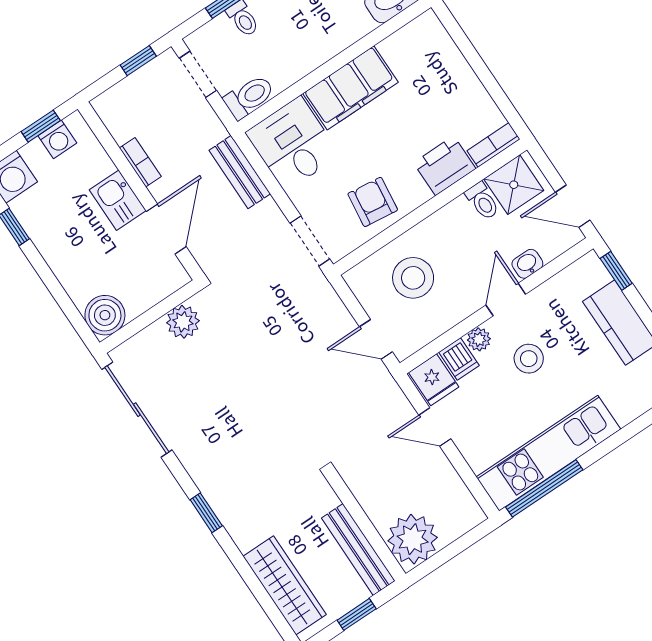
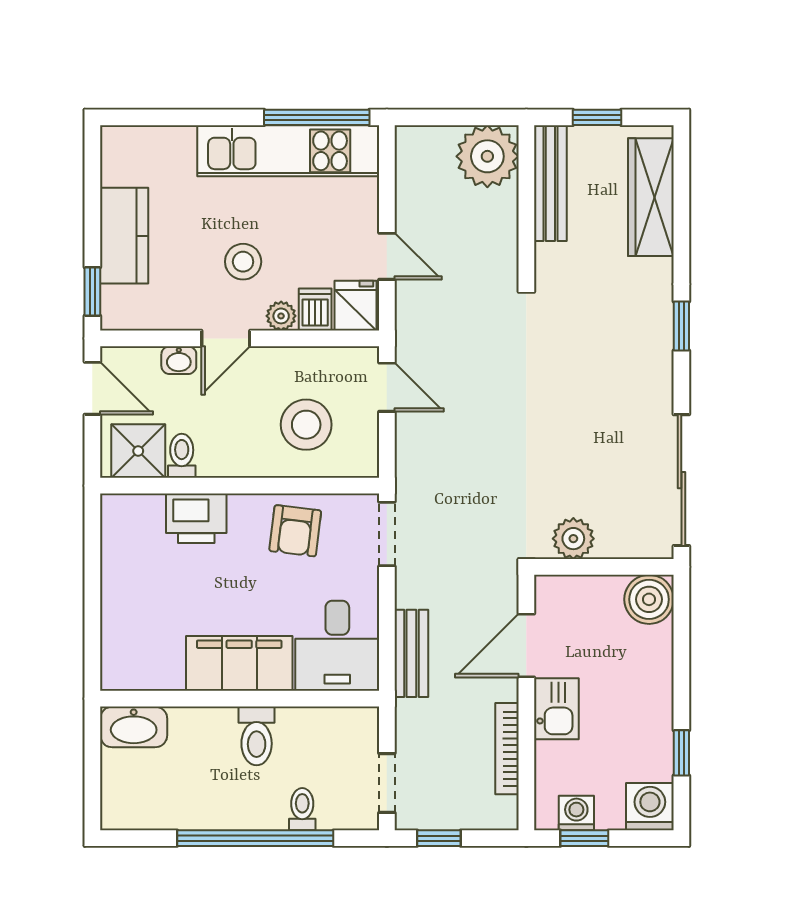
toilet: (249, 97) -> (257, 736), moved, turned -90
bookcase: (493, 145) -> (132, 506), removed
bookcase: (140, 162) -> (507, 749), width x1.56

